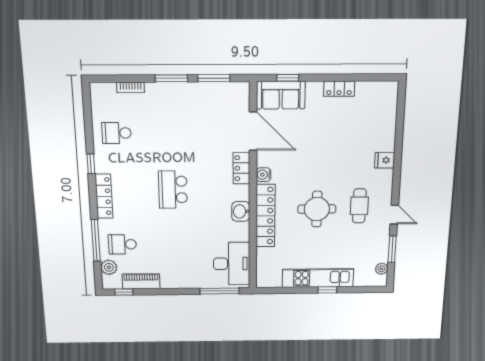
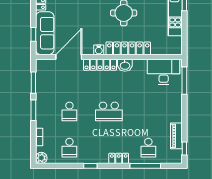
sofa: (281, 95) -> (45, 33), width x1.36
school desk: (171, 133) -> (69, 111), added
locker: (241, 168) -> (100, 65), width x1.53
locker: (104, 196) -> (119, 158), width x0.66
plant: (109, 267) -> (41, 158), moved

